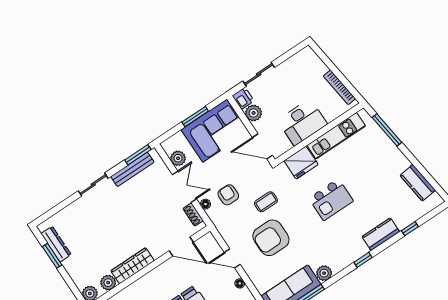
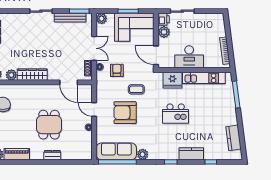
plant: (178, 158) -> (102, 19), moved

